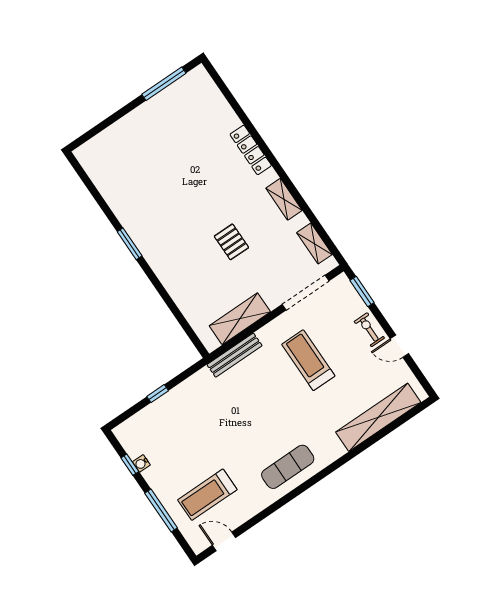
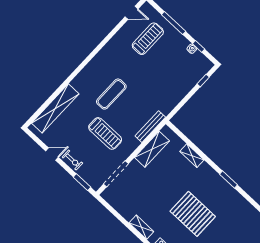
pallet: (231, 242) -> (193, 214), moved, width x2.05, depth x2.00
shelving: (314, 244) -> (192, 156), moved
window: (158, 394) -> (203, 81), moved
exercise mat: (288, 467) -> (111, 94), moved

